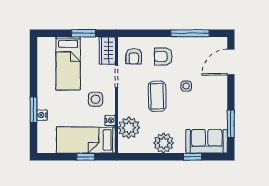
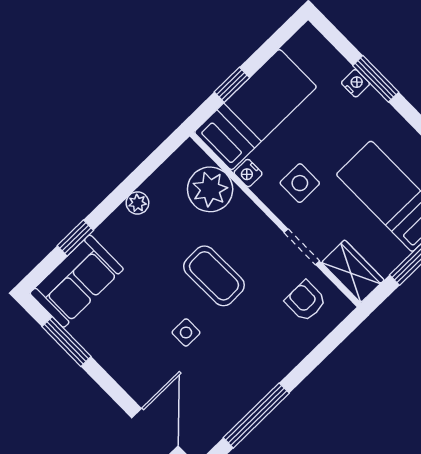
armchair: (163, 56) -> (262, 343), removed
plant: (164, 143) -> (137, 203), width x0.53, depth x0.53

